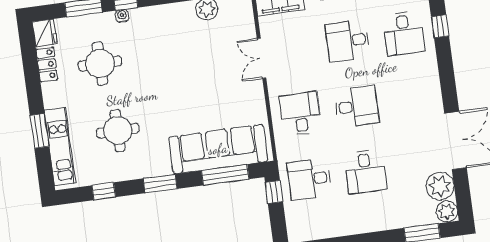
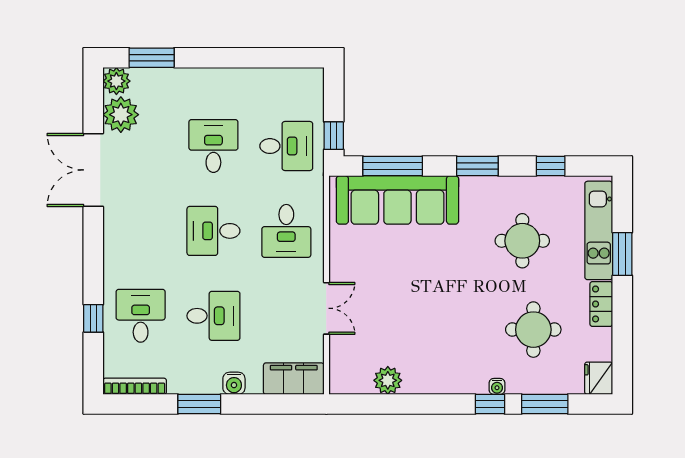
locker: (47, 64) -> (601, 304), moved

